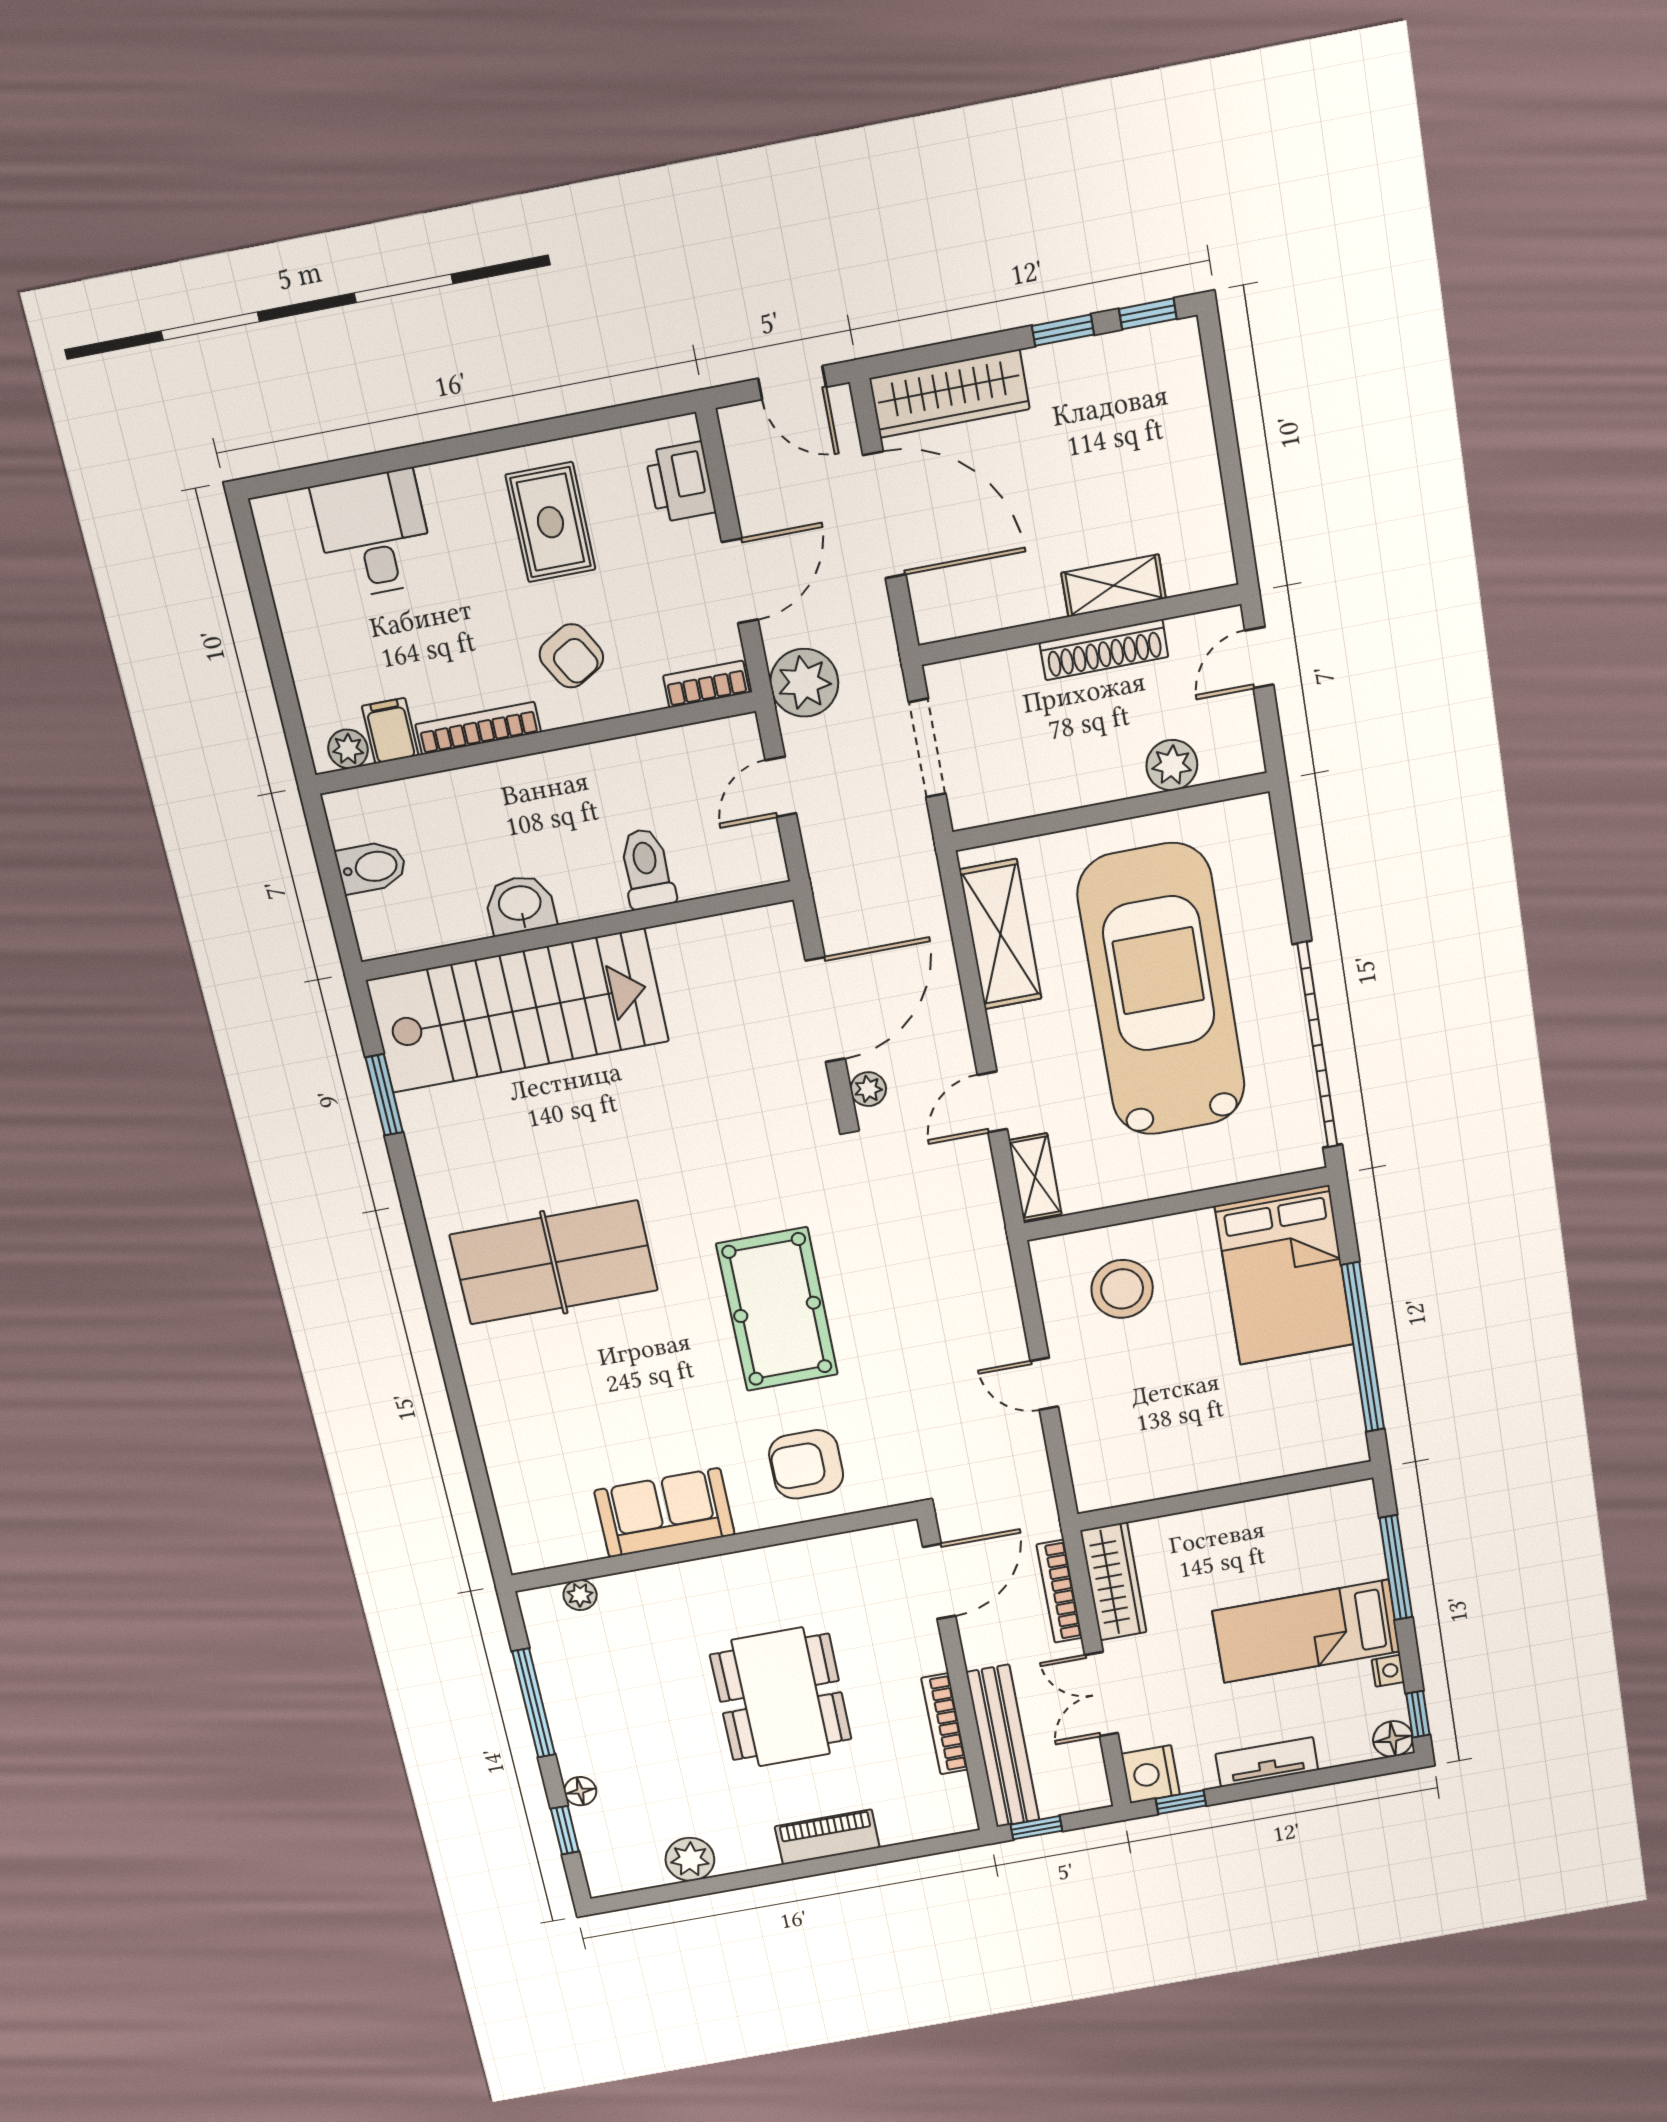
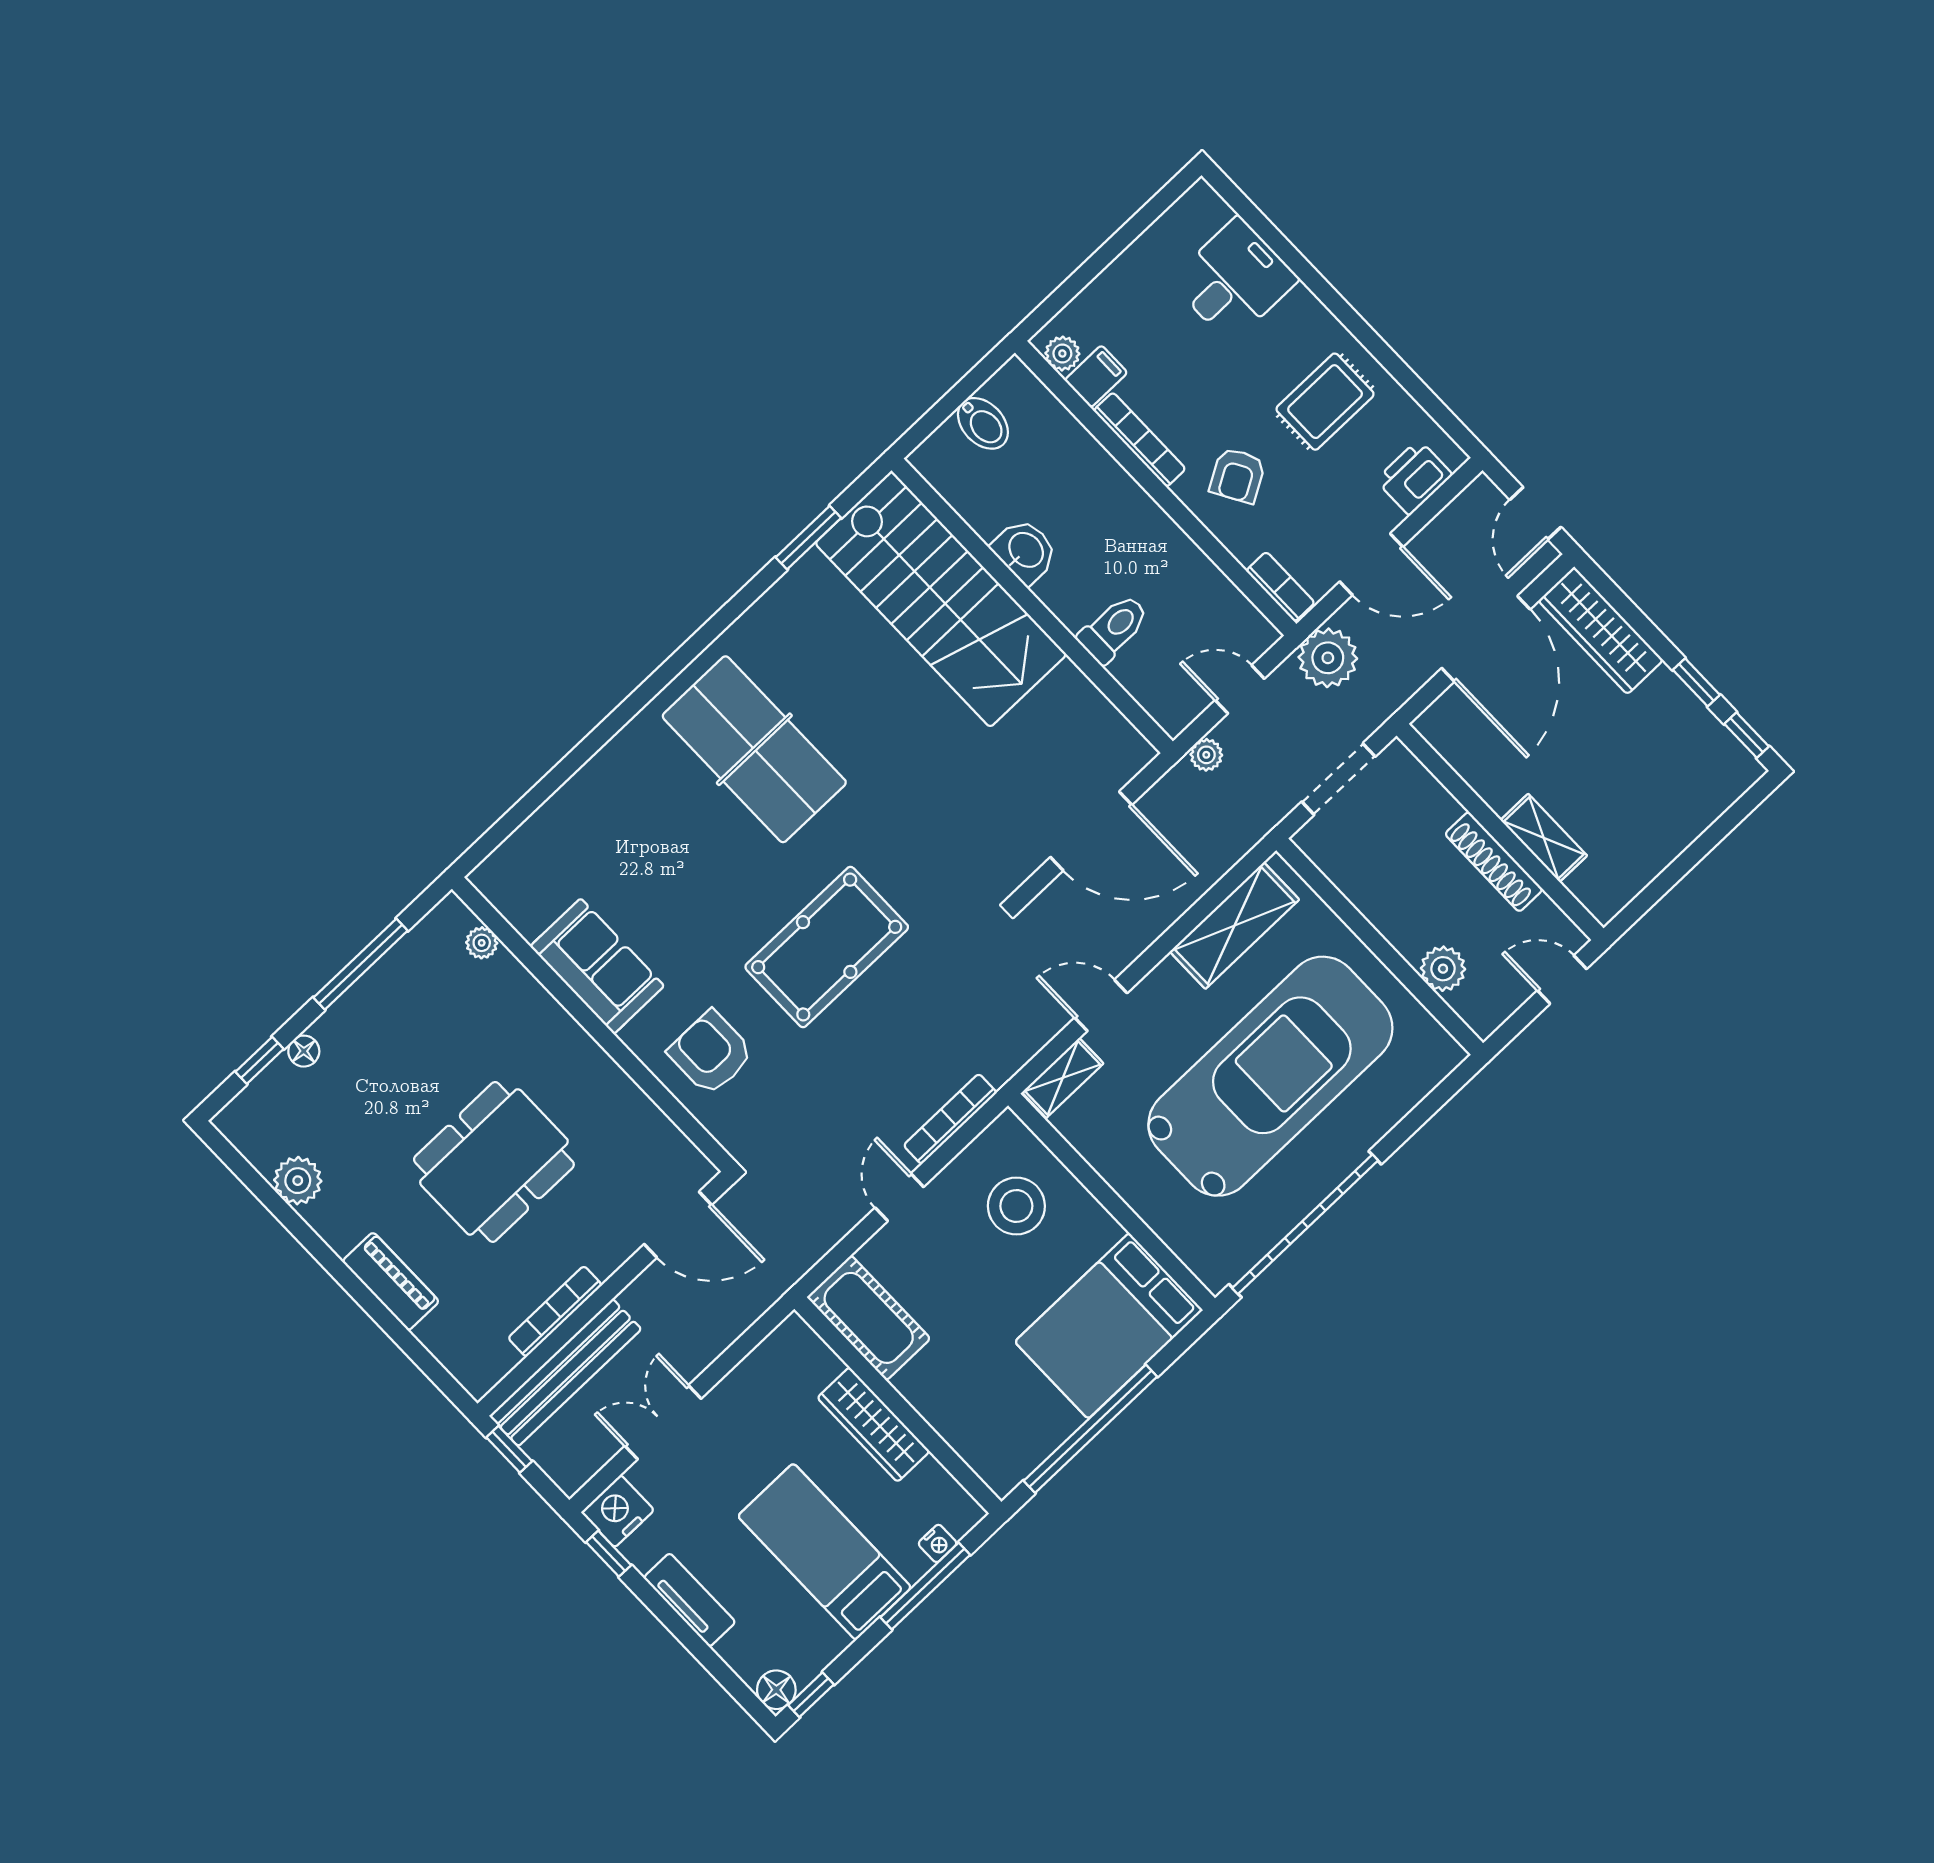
plant: (868, 1089) -> (1206, 755), moved
cot: (1132, 1474) -> (869, 1318), added
wardrobe: (1113, 1581) -> (873, 1424), moved, turned 90
bookcase: (1059, 1591) -> (950, 1119), moved
nightstand: (1388, 1671) -> (938, 1543), moved

